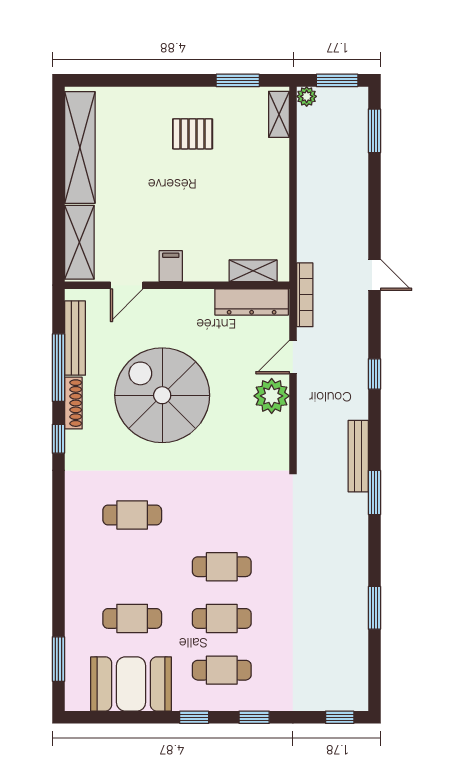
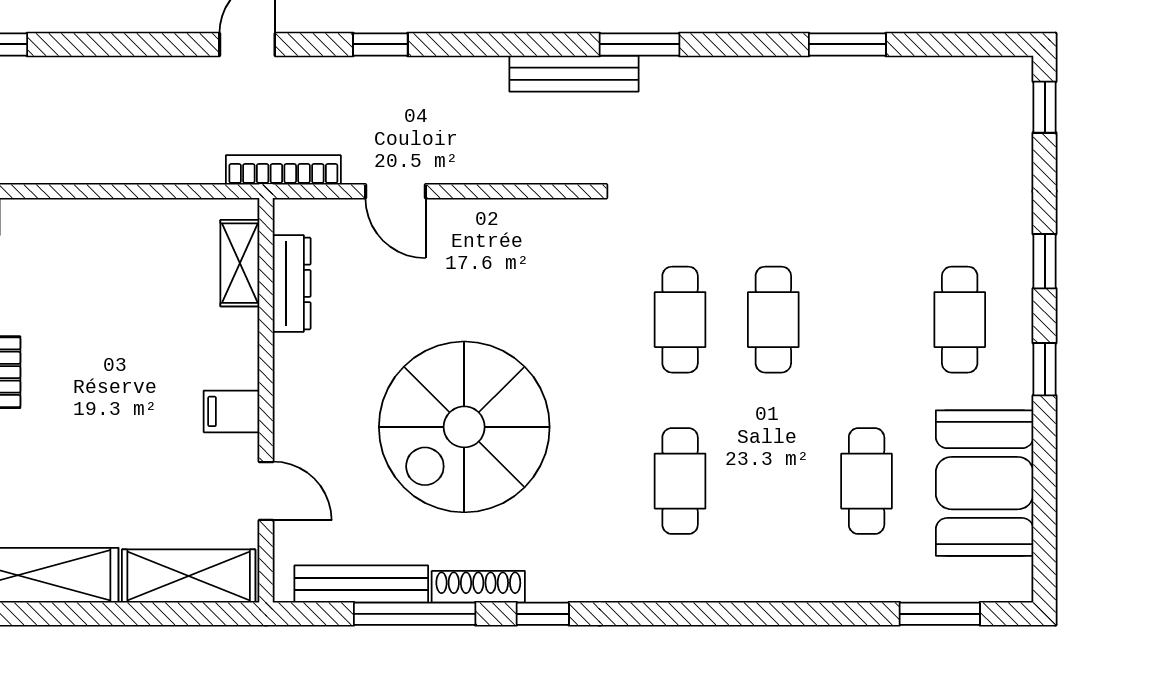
dresser: (252, 302) -> (292, 283), width x0.73, depth x0.80
window: (374, 374) -> (380, 44), moved
plant: (272, 396) -> (466, 230), removed
cafe table: (222, 618) -> (680, 320), moved

